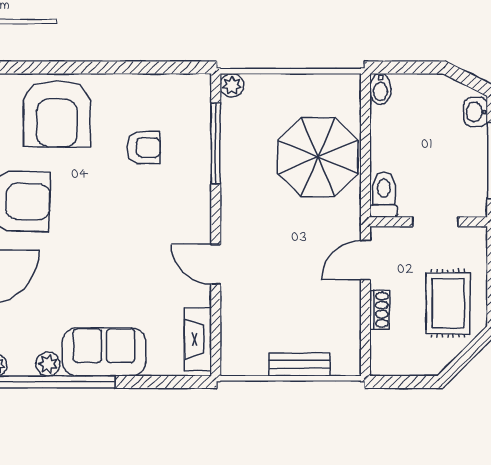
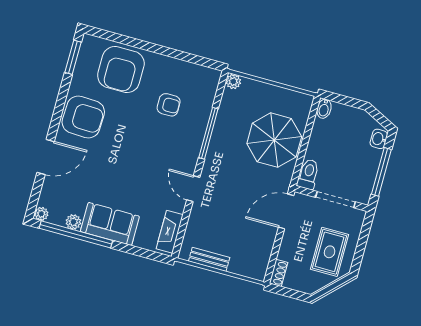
window: (216, 143) -> (208, 133), moved
doorway: (435, 222) -> (335, 200), width x1.38
door: (366, 260) -> (286, 211), width x1.38
shoe rack: (380, 310) -> (279, 273), moved
bench: (299, 364) -> (209, 259), moved

